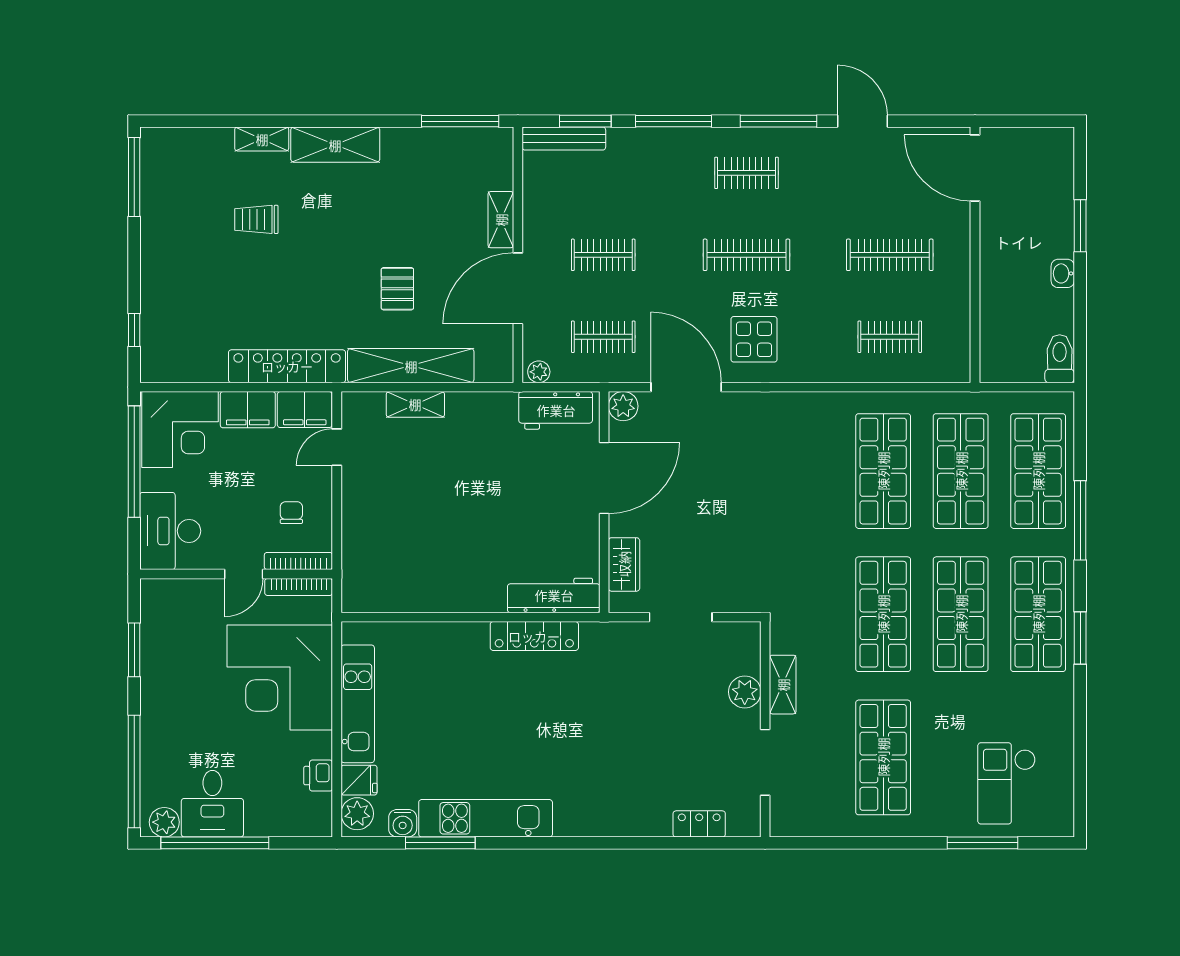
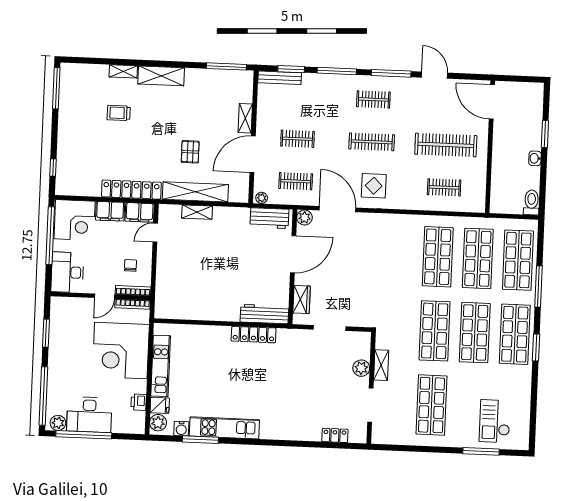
clothes rail: (890, 255) -> (446, 145), width x1.37, depth x1.31
desk: (212, 804) -> (89, 415), width x1.37

